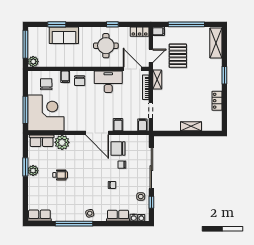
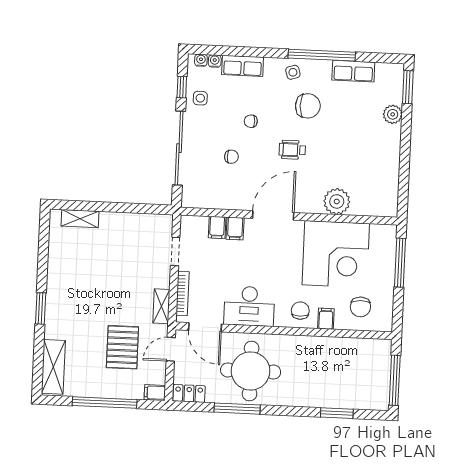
window: (112, 24) -> (237, 409), width x2.17
sofa: (64, 35) -> (325, 393), removed
round table: (106, 46) -> (251, 371), width x1.36, depth x1.36
plant: (33, 62) -> (382, 349), removed
locker: (217, 101) -> (56, 264), removed
corner desk: (46, 113) -> (336, 254), moved, turned -90
filing cabinet: (142, 125) -> (217, 227), moved
shelving: (191, 126) -> (80, 219), moved
door: (97, 133) -> (273, 215), hinge flipped
row of seats: (42, 141) -> (373, 206), removed
chair: (118, 149) -> (308, 106), moved
window: (25, 167) -> (408, 87), moved
plant: (33, 171) -> (393, 114), moved
wheelchair: (60, 175) -> (292, 150), moved
row of seats: (39, 215) -> (353, 71), moved

